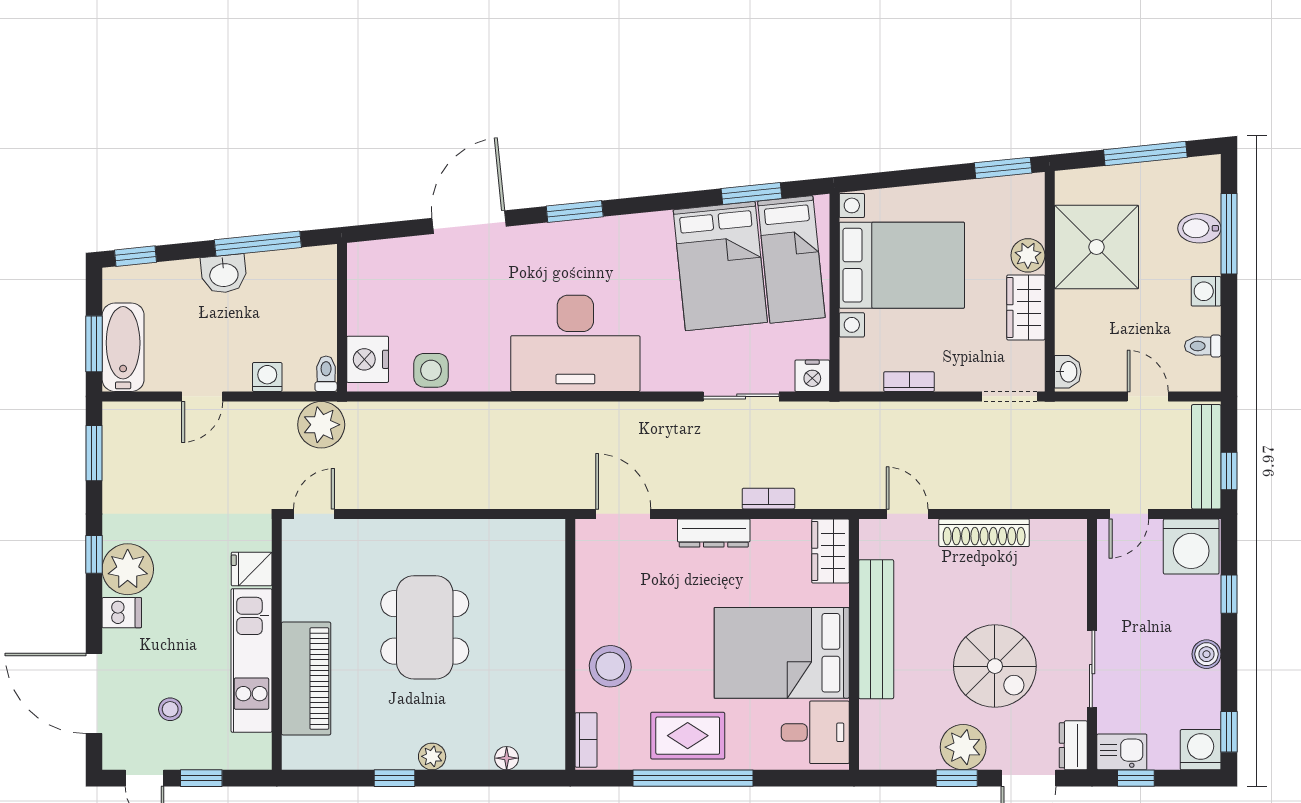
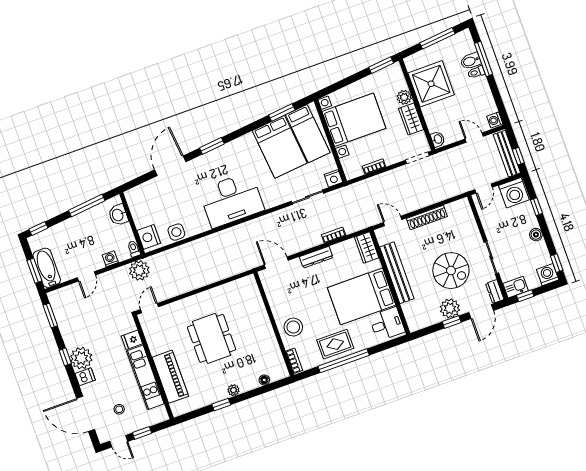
washbasin: (224, 274) -> (118, 215), moved, turned 96
washing machine: (1206, 291) -> (495, 120), moved
toilet: (1203, 346) -> (476, 72), moved

